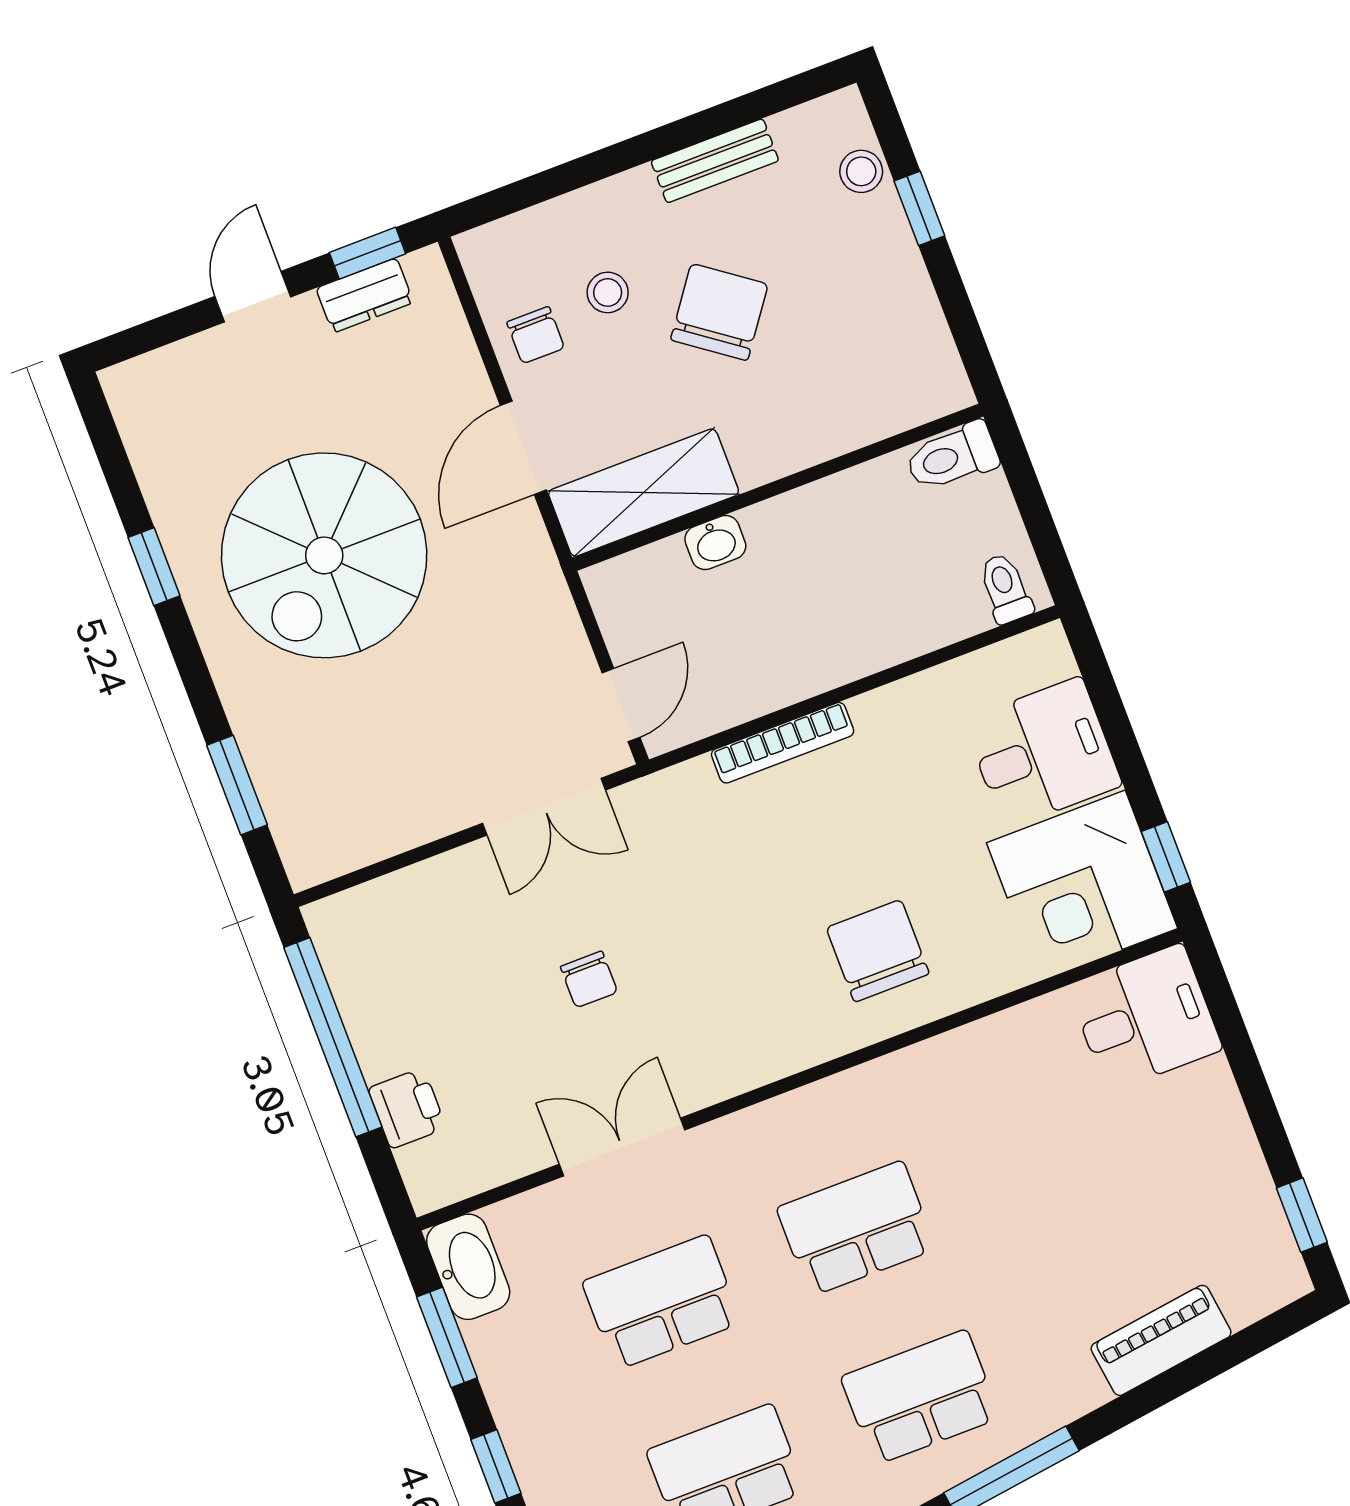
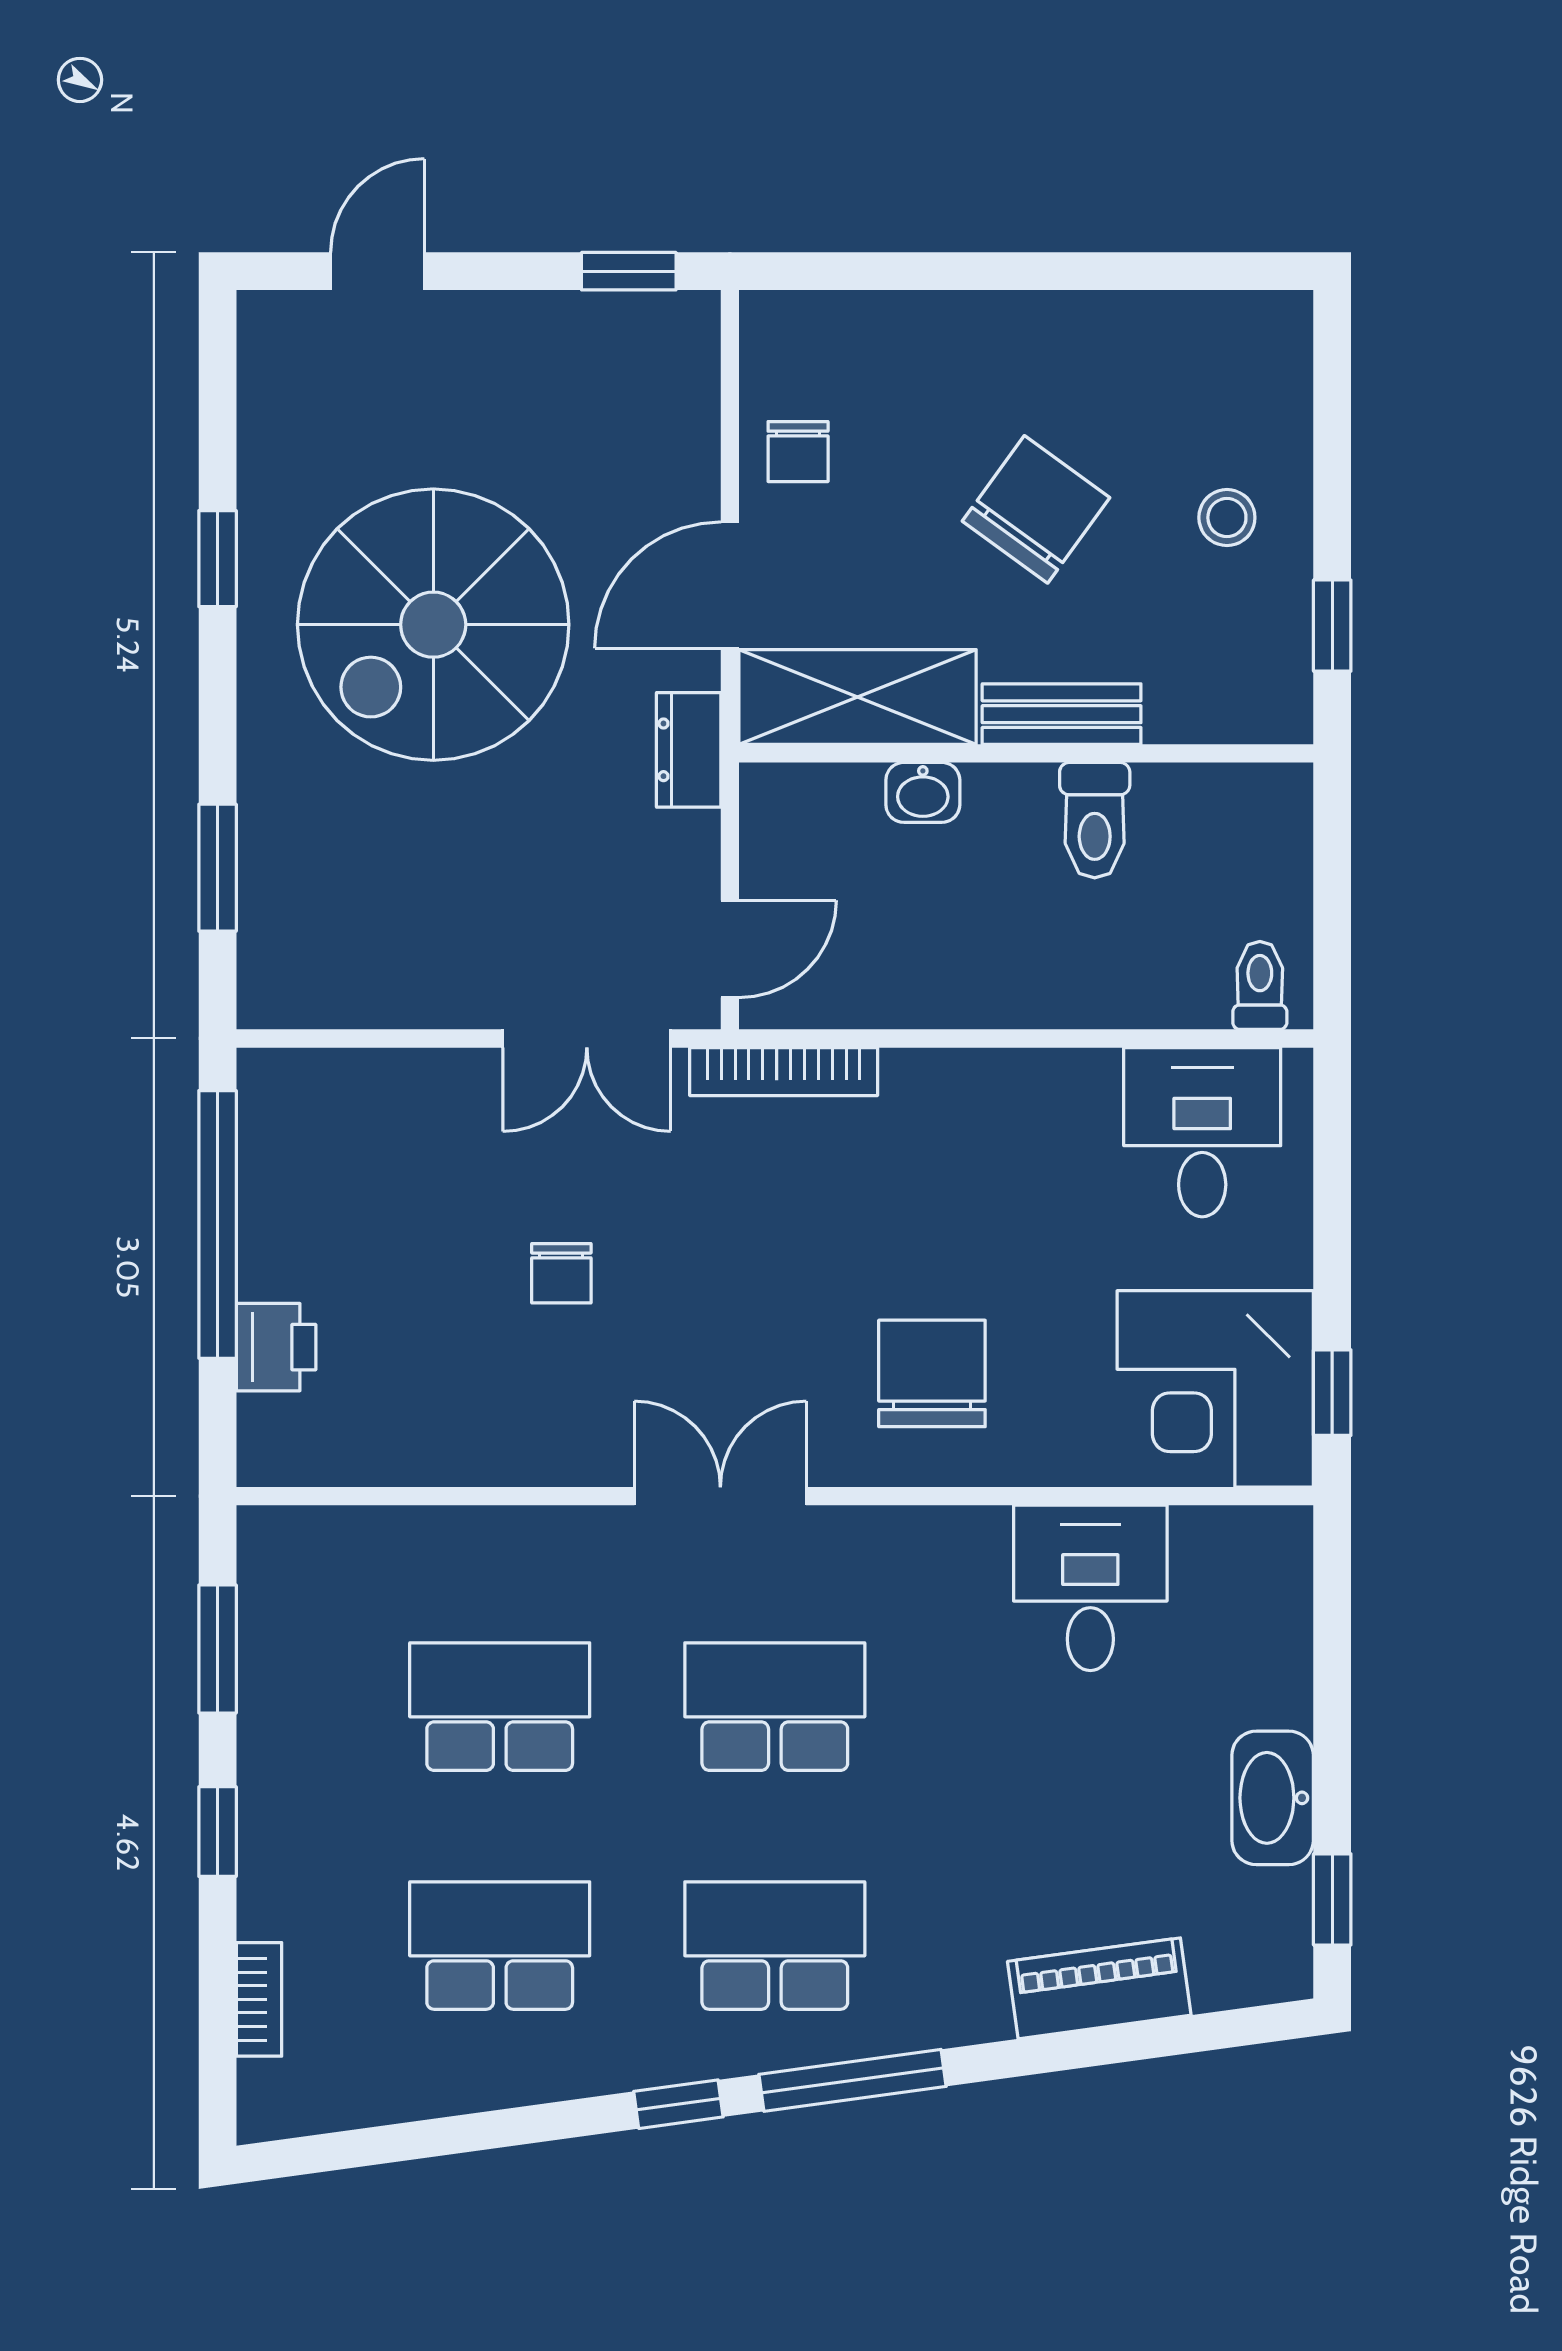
bench: (715, 161) -> (1062, 714), moved
stool: (861, 171) -> (1227, 518), moved
window: (919, 208) -> (1332, 626), moved
stool: (608, 292) -> (907, 433), removed
dresser: (365, 295) -> (689, 750), moved, turned 90
door: (253, 297) -> (378, 271), moved
toilet: (952, 457) -> (1095, 820), moved, turned -90
bookcase: (783, 743) -> (784, 1072), moved
desk: (1043, 753) -> (1202, 1132), moved, turned -90
desk: (1145, 1018) -> (1090, 1588), moved, turned -90
double door: (622, 1147) -> (720, 1496), moved
washbasin: (468, 1267) -> (1273, 1798), moved, turned 180

